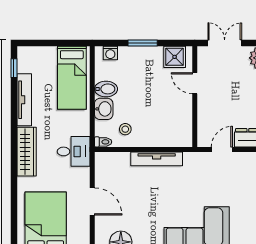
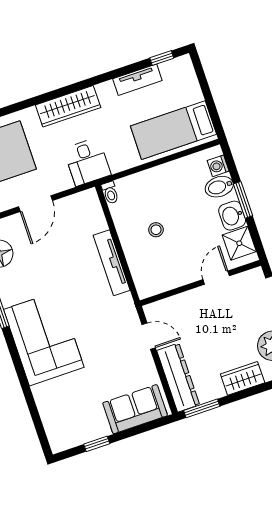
bidet: (106, 89) -> (219, 187), moved, turned 90
tv unit: (24, 100) -> (137, 80), width x0.71
washbasin: (104, 109) -> (232, 216), moved, turned 90
stool: (125, 129) -> (156, 230), moved

